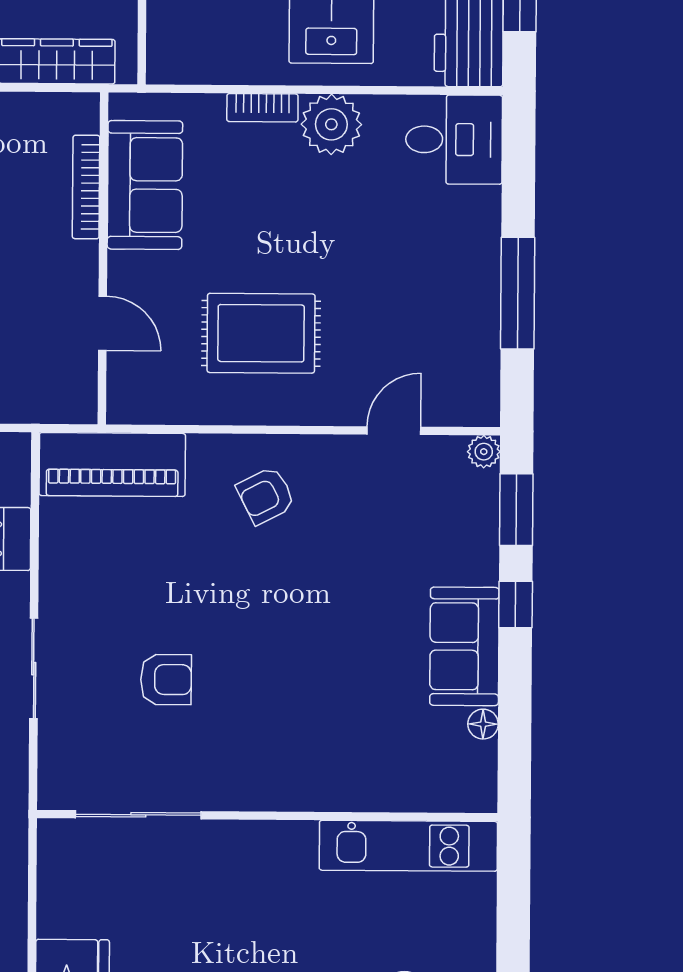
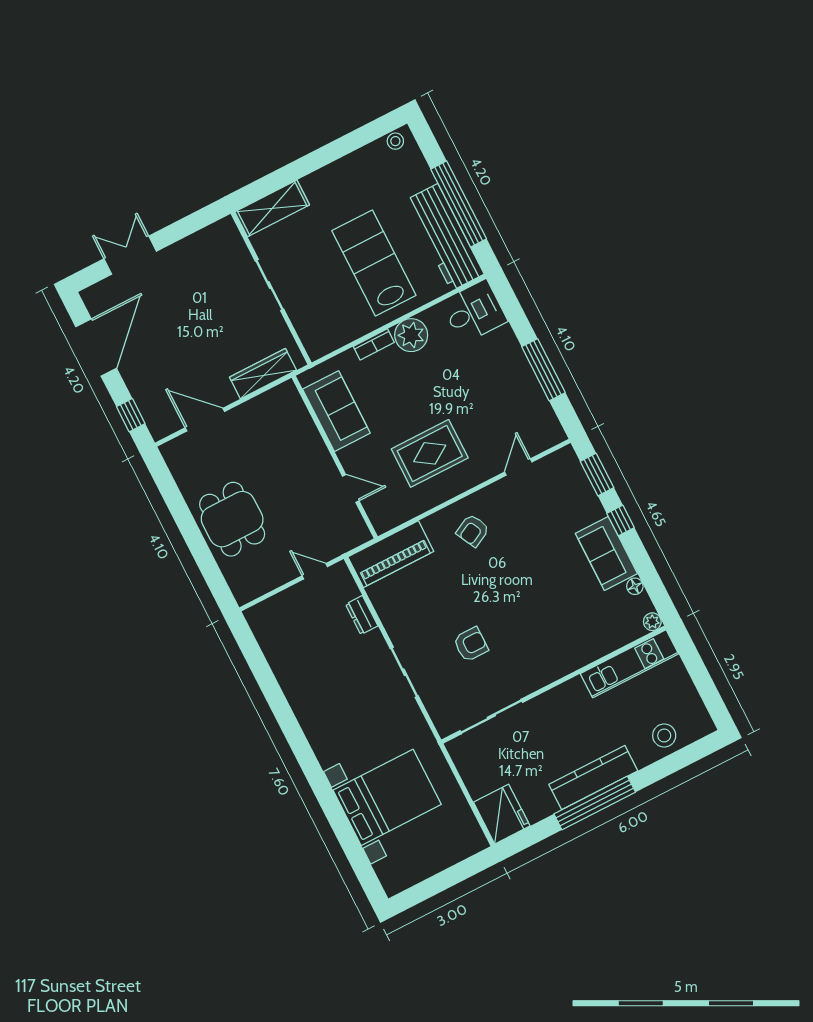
bookcase: (86, 187) -> (309, 427), removed
plant: (484, 452) -> (652, 622), moved

